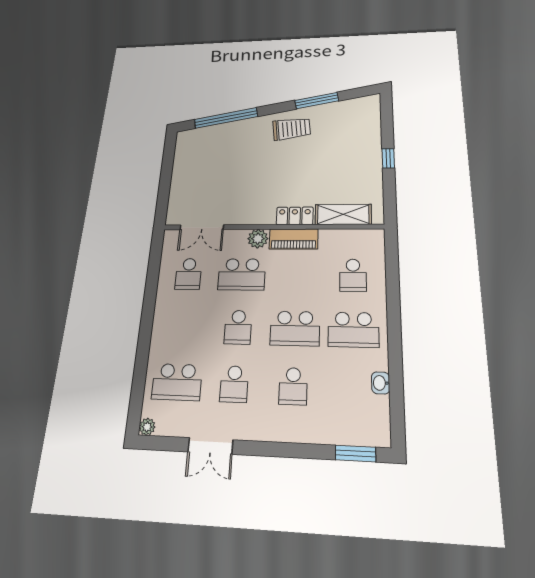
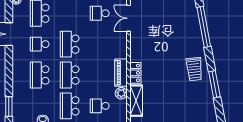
plant: (258, 239) -> (121, 93), moved
school desk: (242, 274) -> (100, 44), removed
school desk: (238, 327) -> (70, 44), width x1.85
school desk: (293, 386) -> (40, 75), width x1.85

